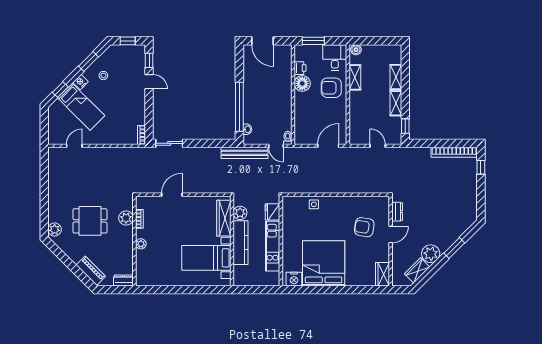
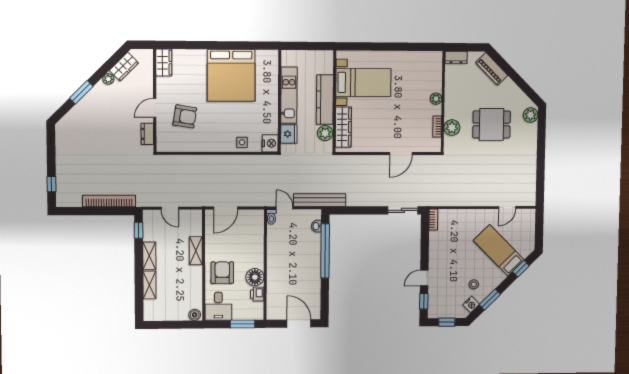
shelving: (355, 77) -> (196, 251), moved
nightstand: (81, 82) -> (471, 304), moved
door: (149, 82) -> (424, 278), hinge flipped
armchair: (331, 88) -> (222, 273), turned -90
bookcase: (454, 152) -> (109, 201), moved
plant: (431, 254) -> (108, 79), width x0.53, depth x0.53
nightstand: (294, 279) -> (270, 143), moved, turned 90

